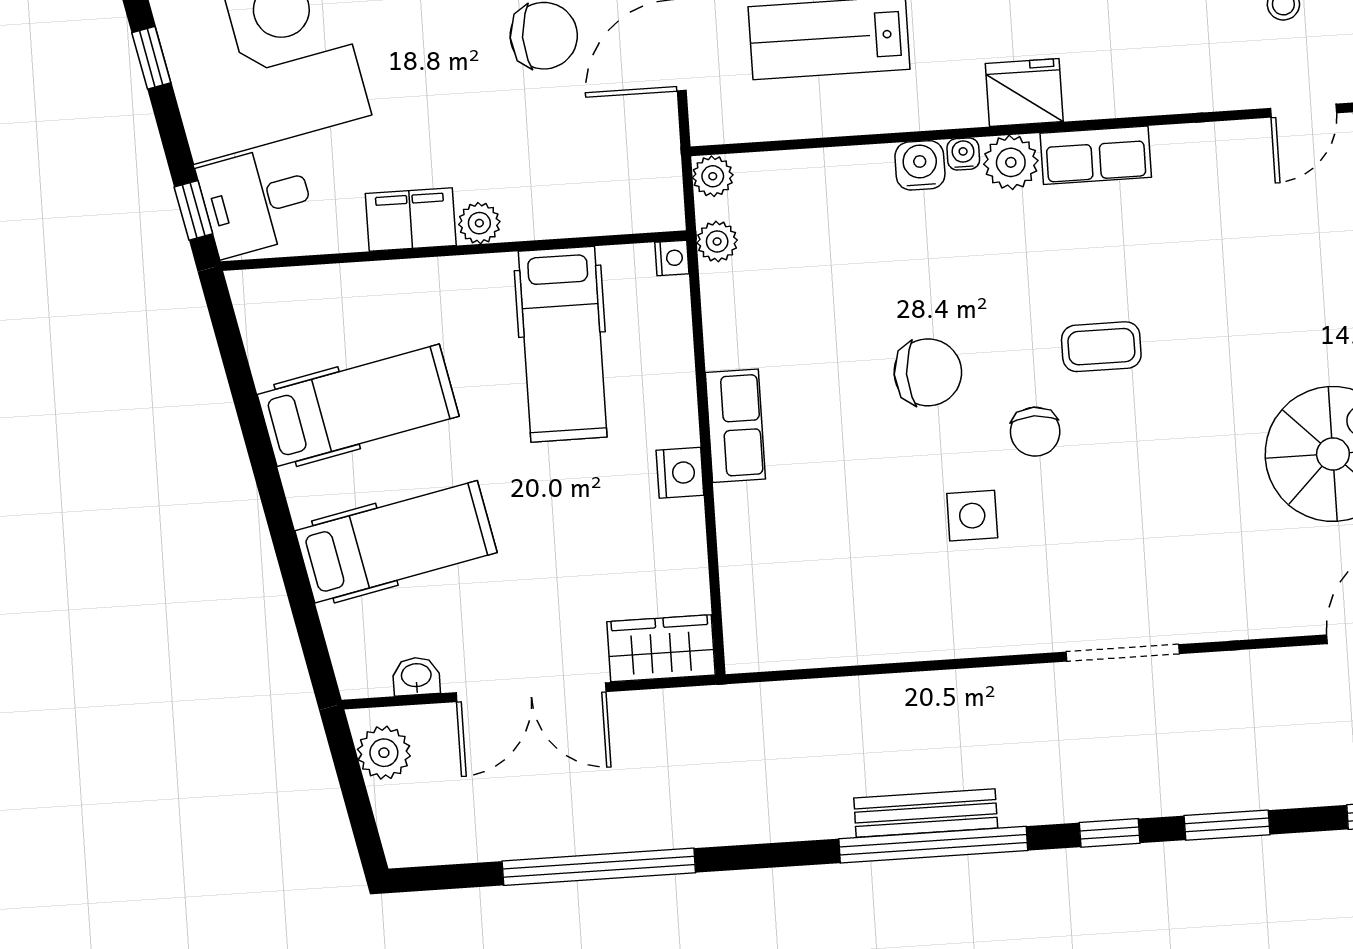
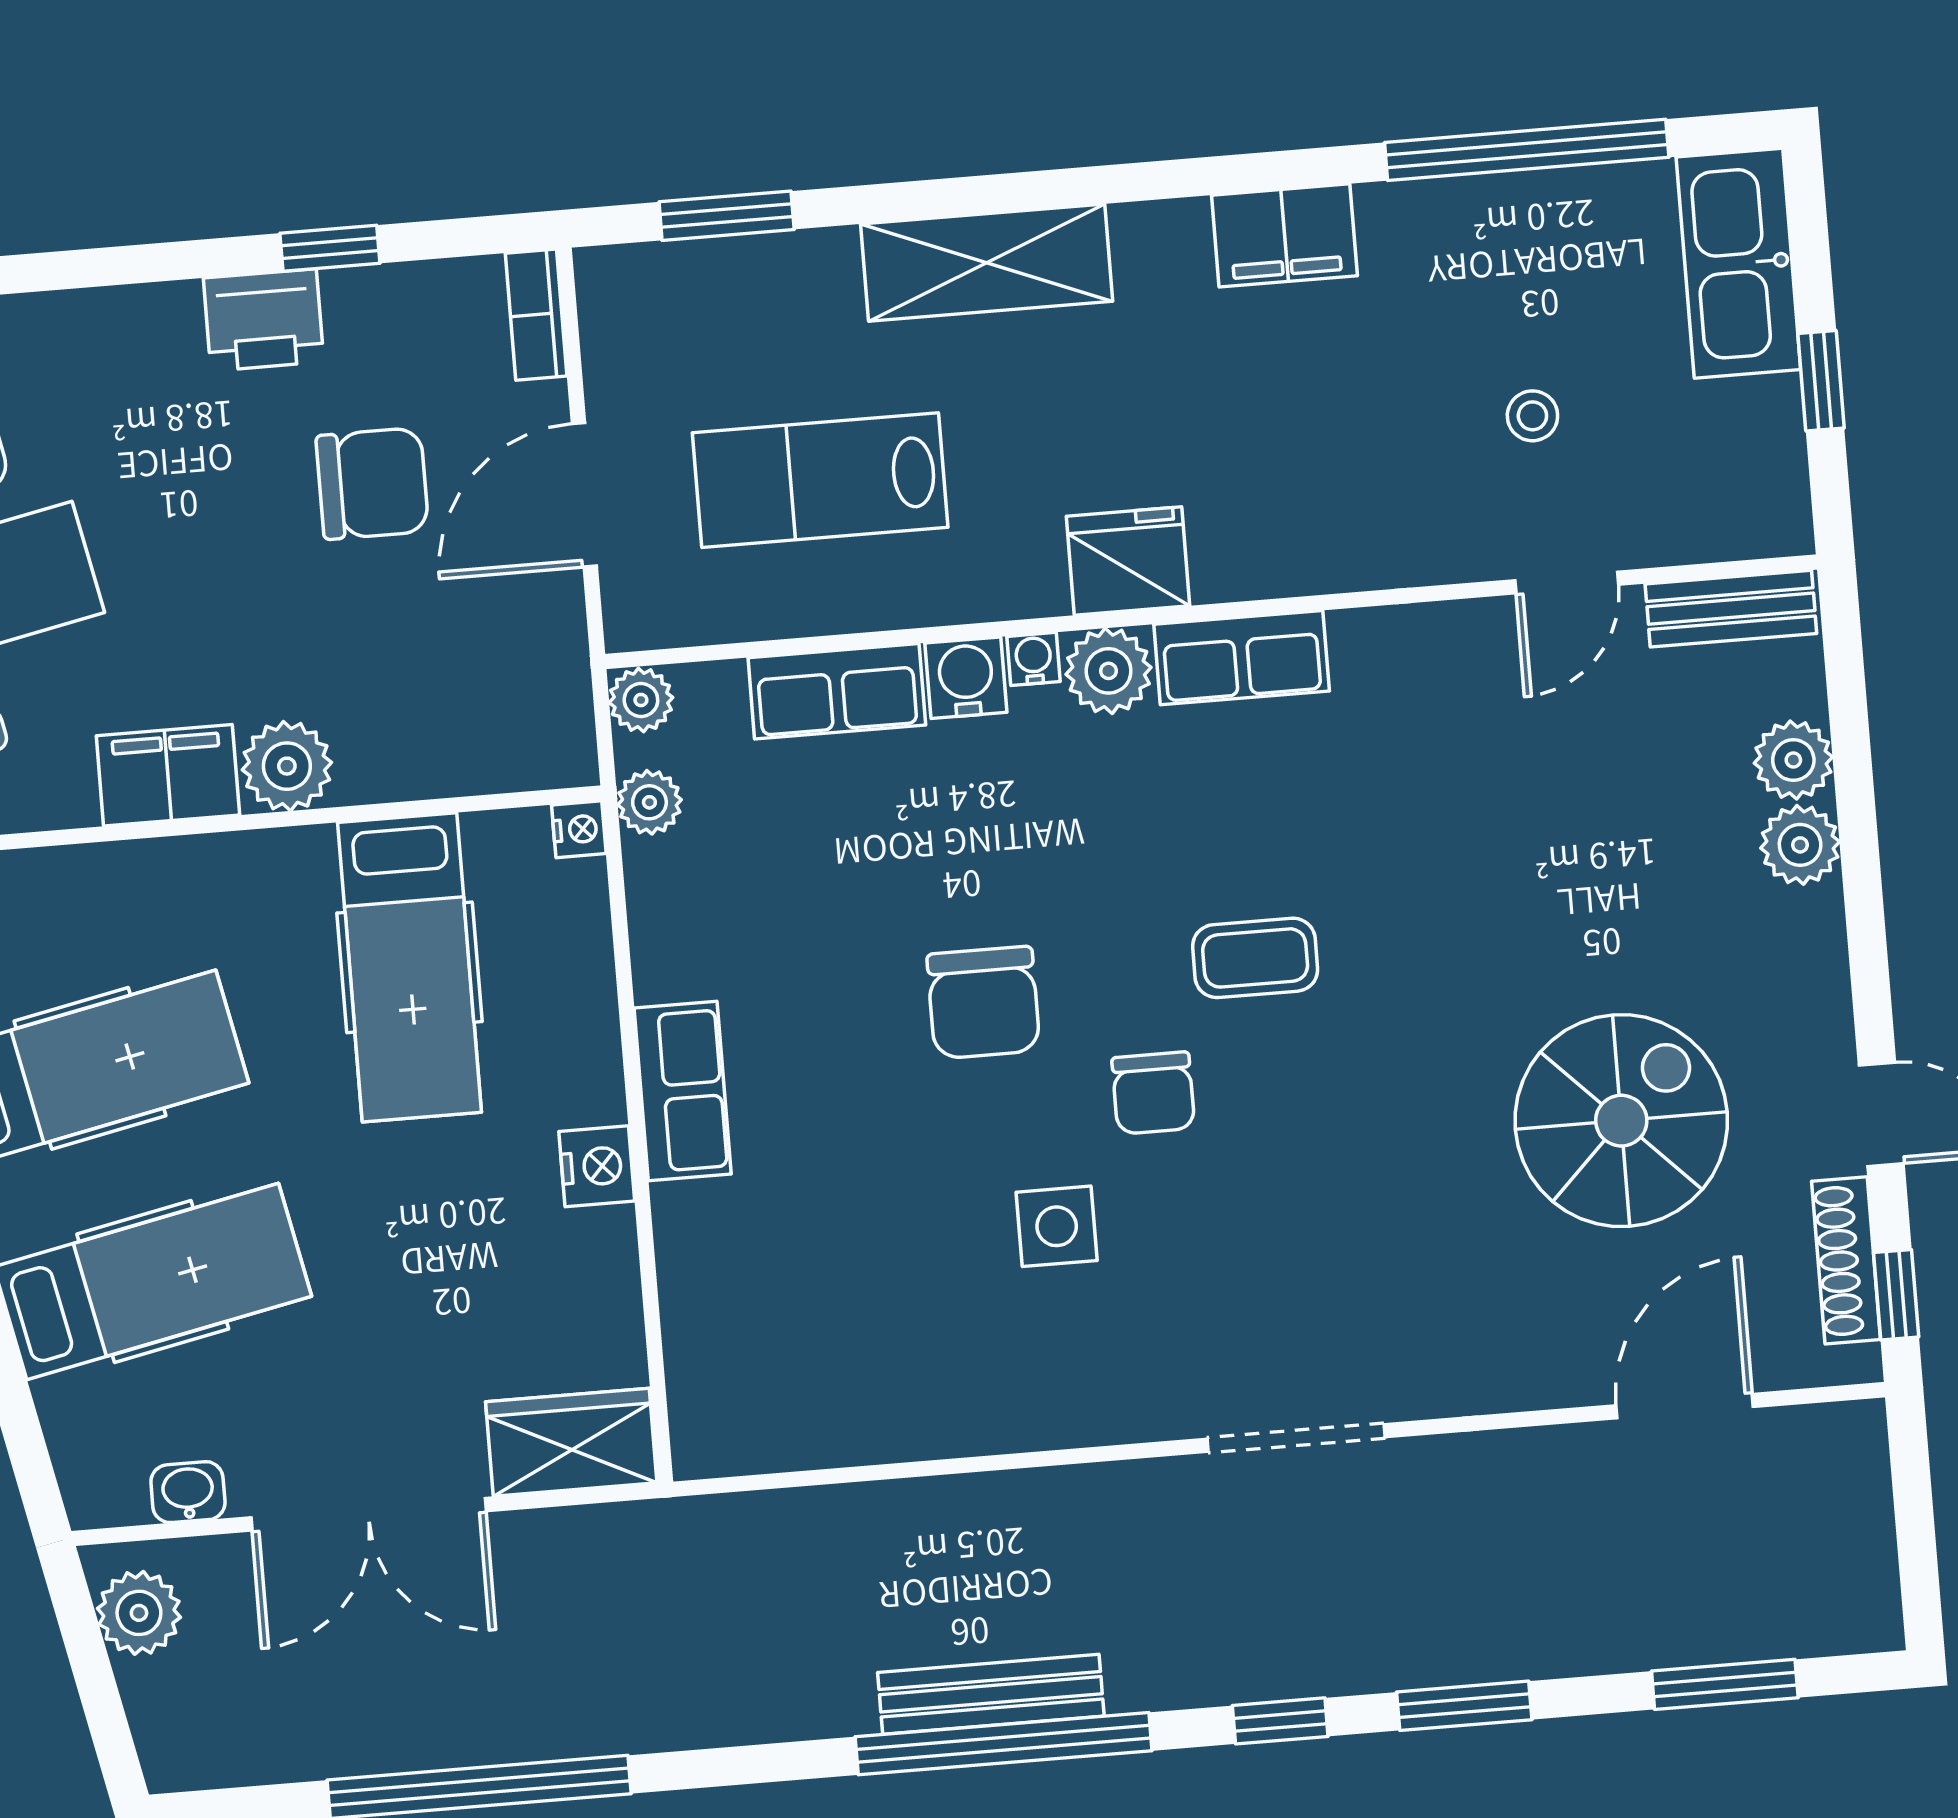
row of seats: (838, 173) -> (837, 691), added
plant: (479, 223) -> (287, 766), width x1.38, depth x1.38
chair: (928, 372) -> (983, 1003), turned 90

